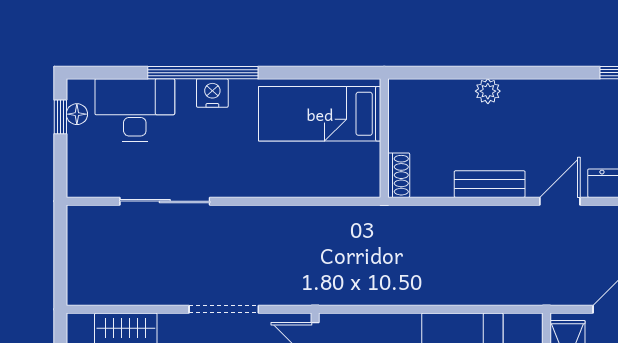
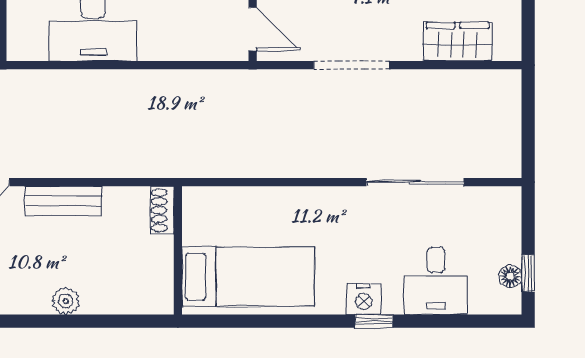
window: (203, 73) -> (374, 321), width x0.32
desk: (135, 110) -> (436, 281), width x0.73

